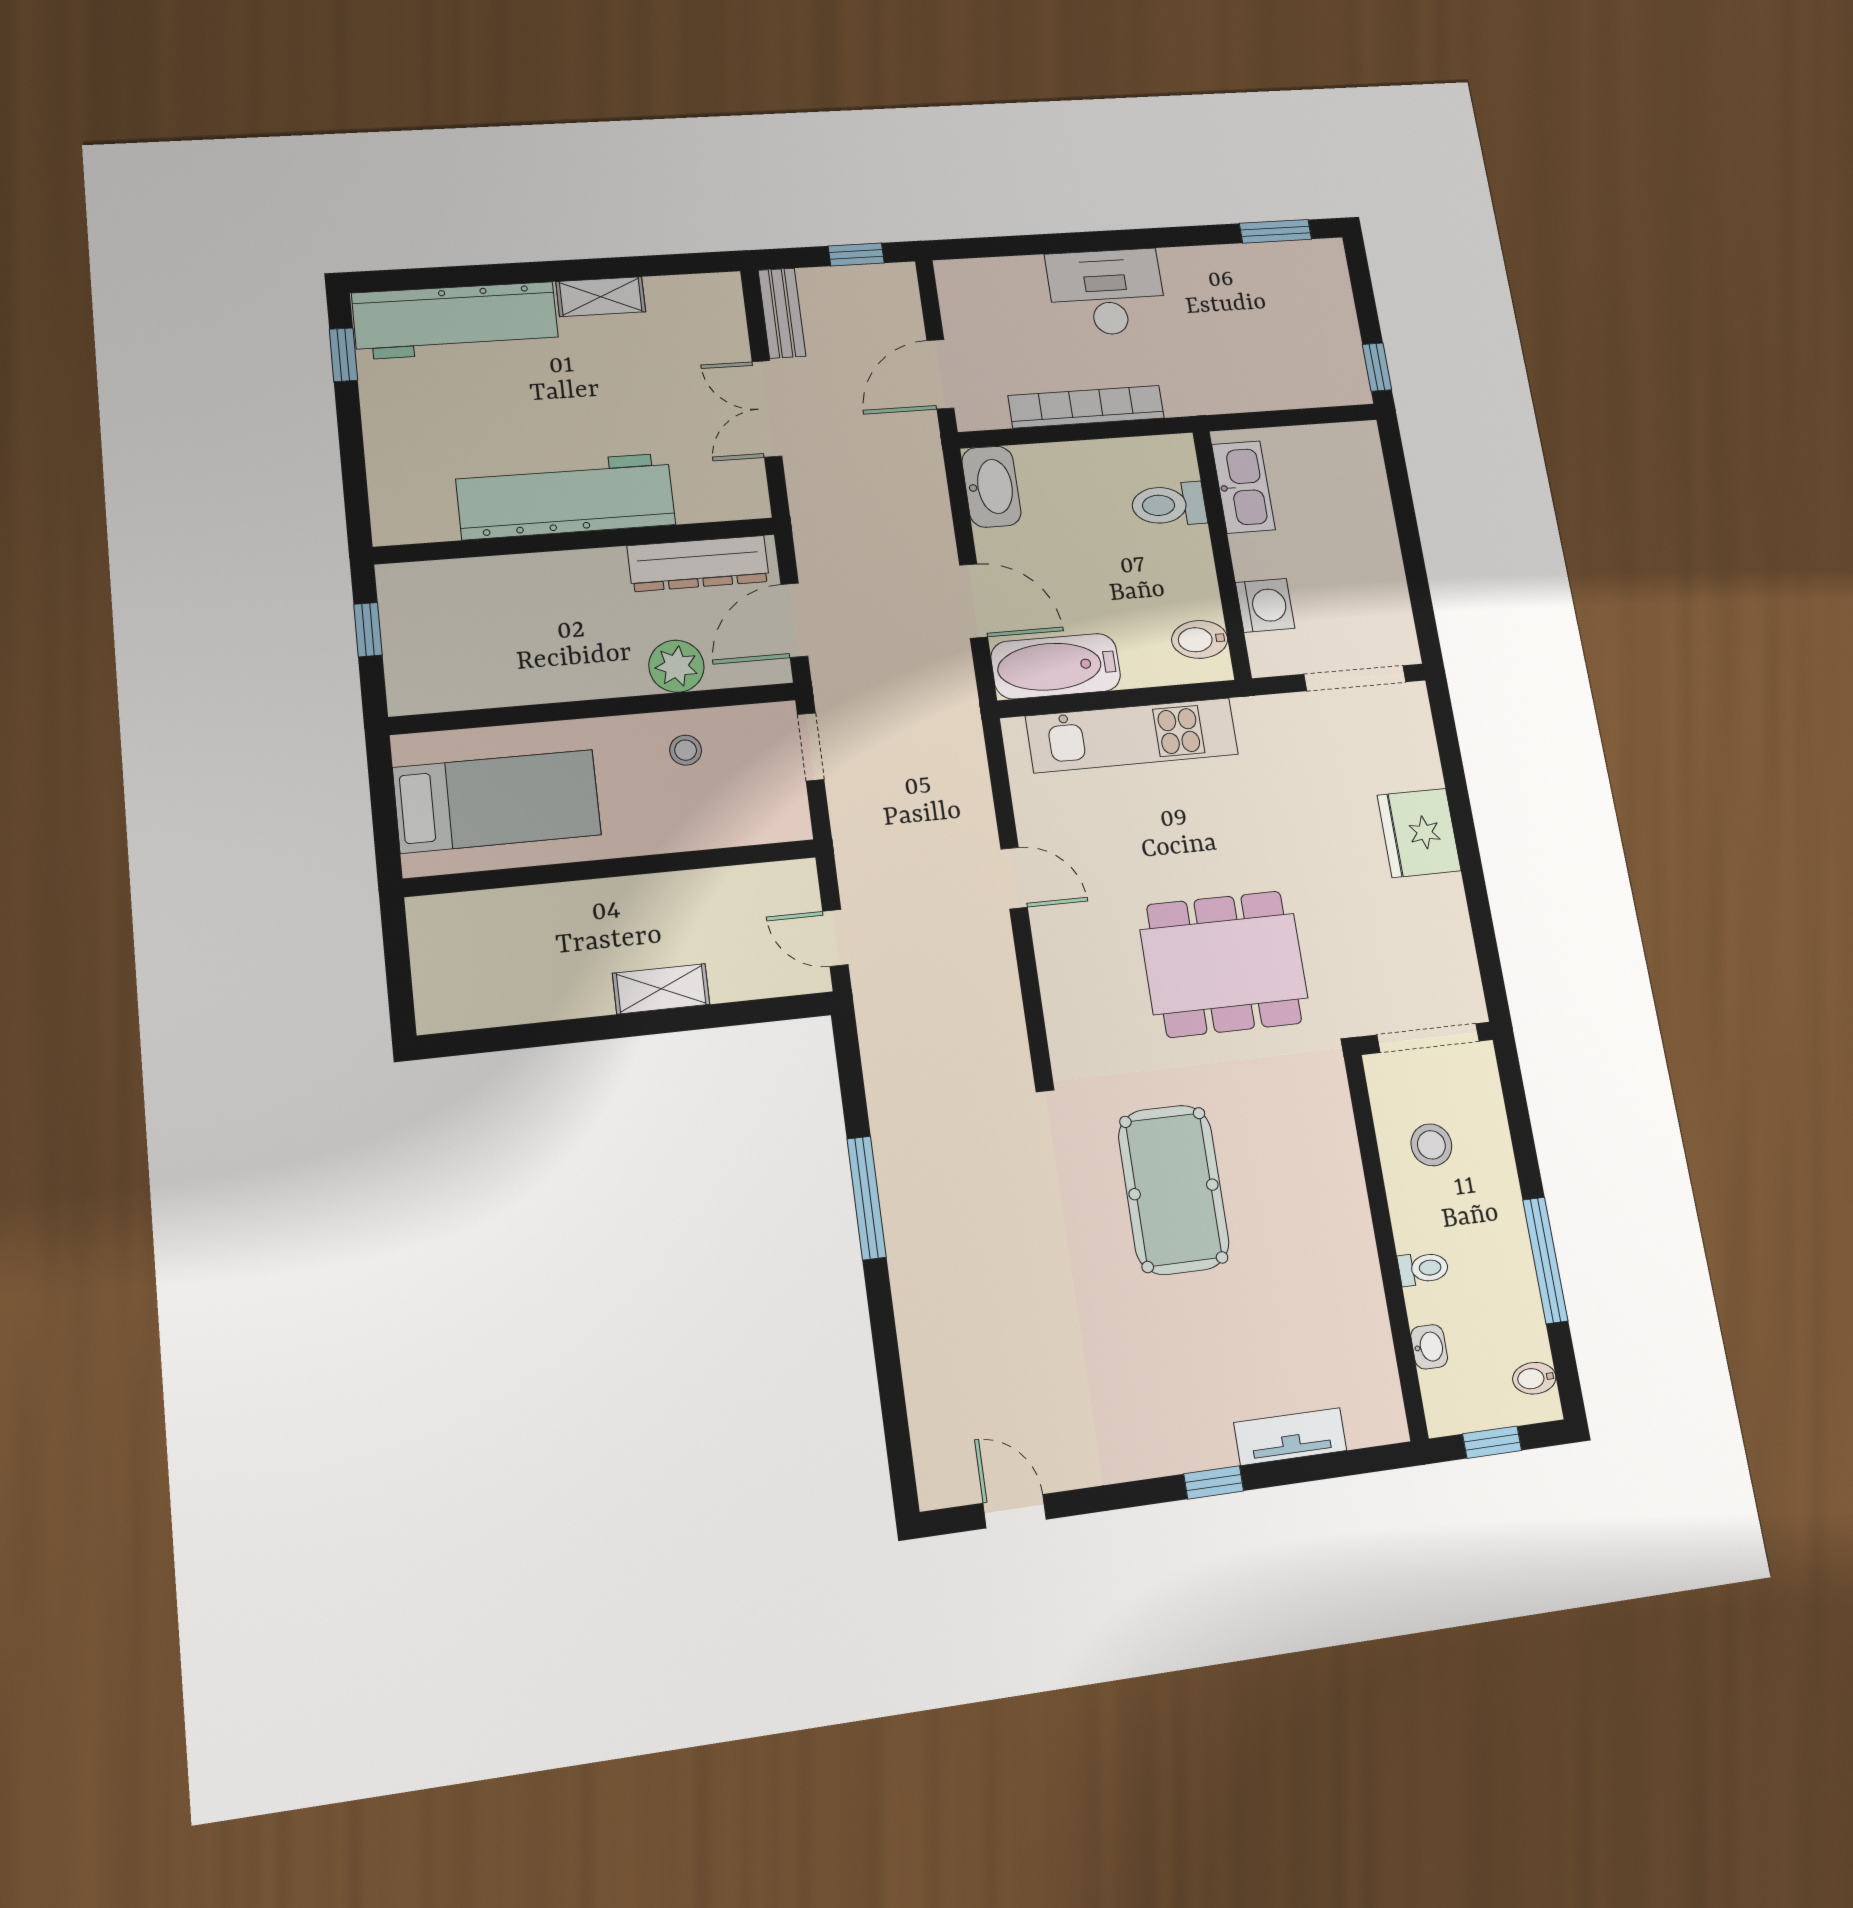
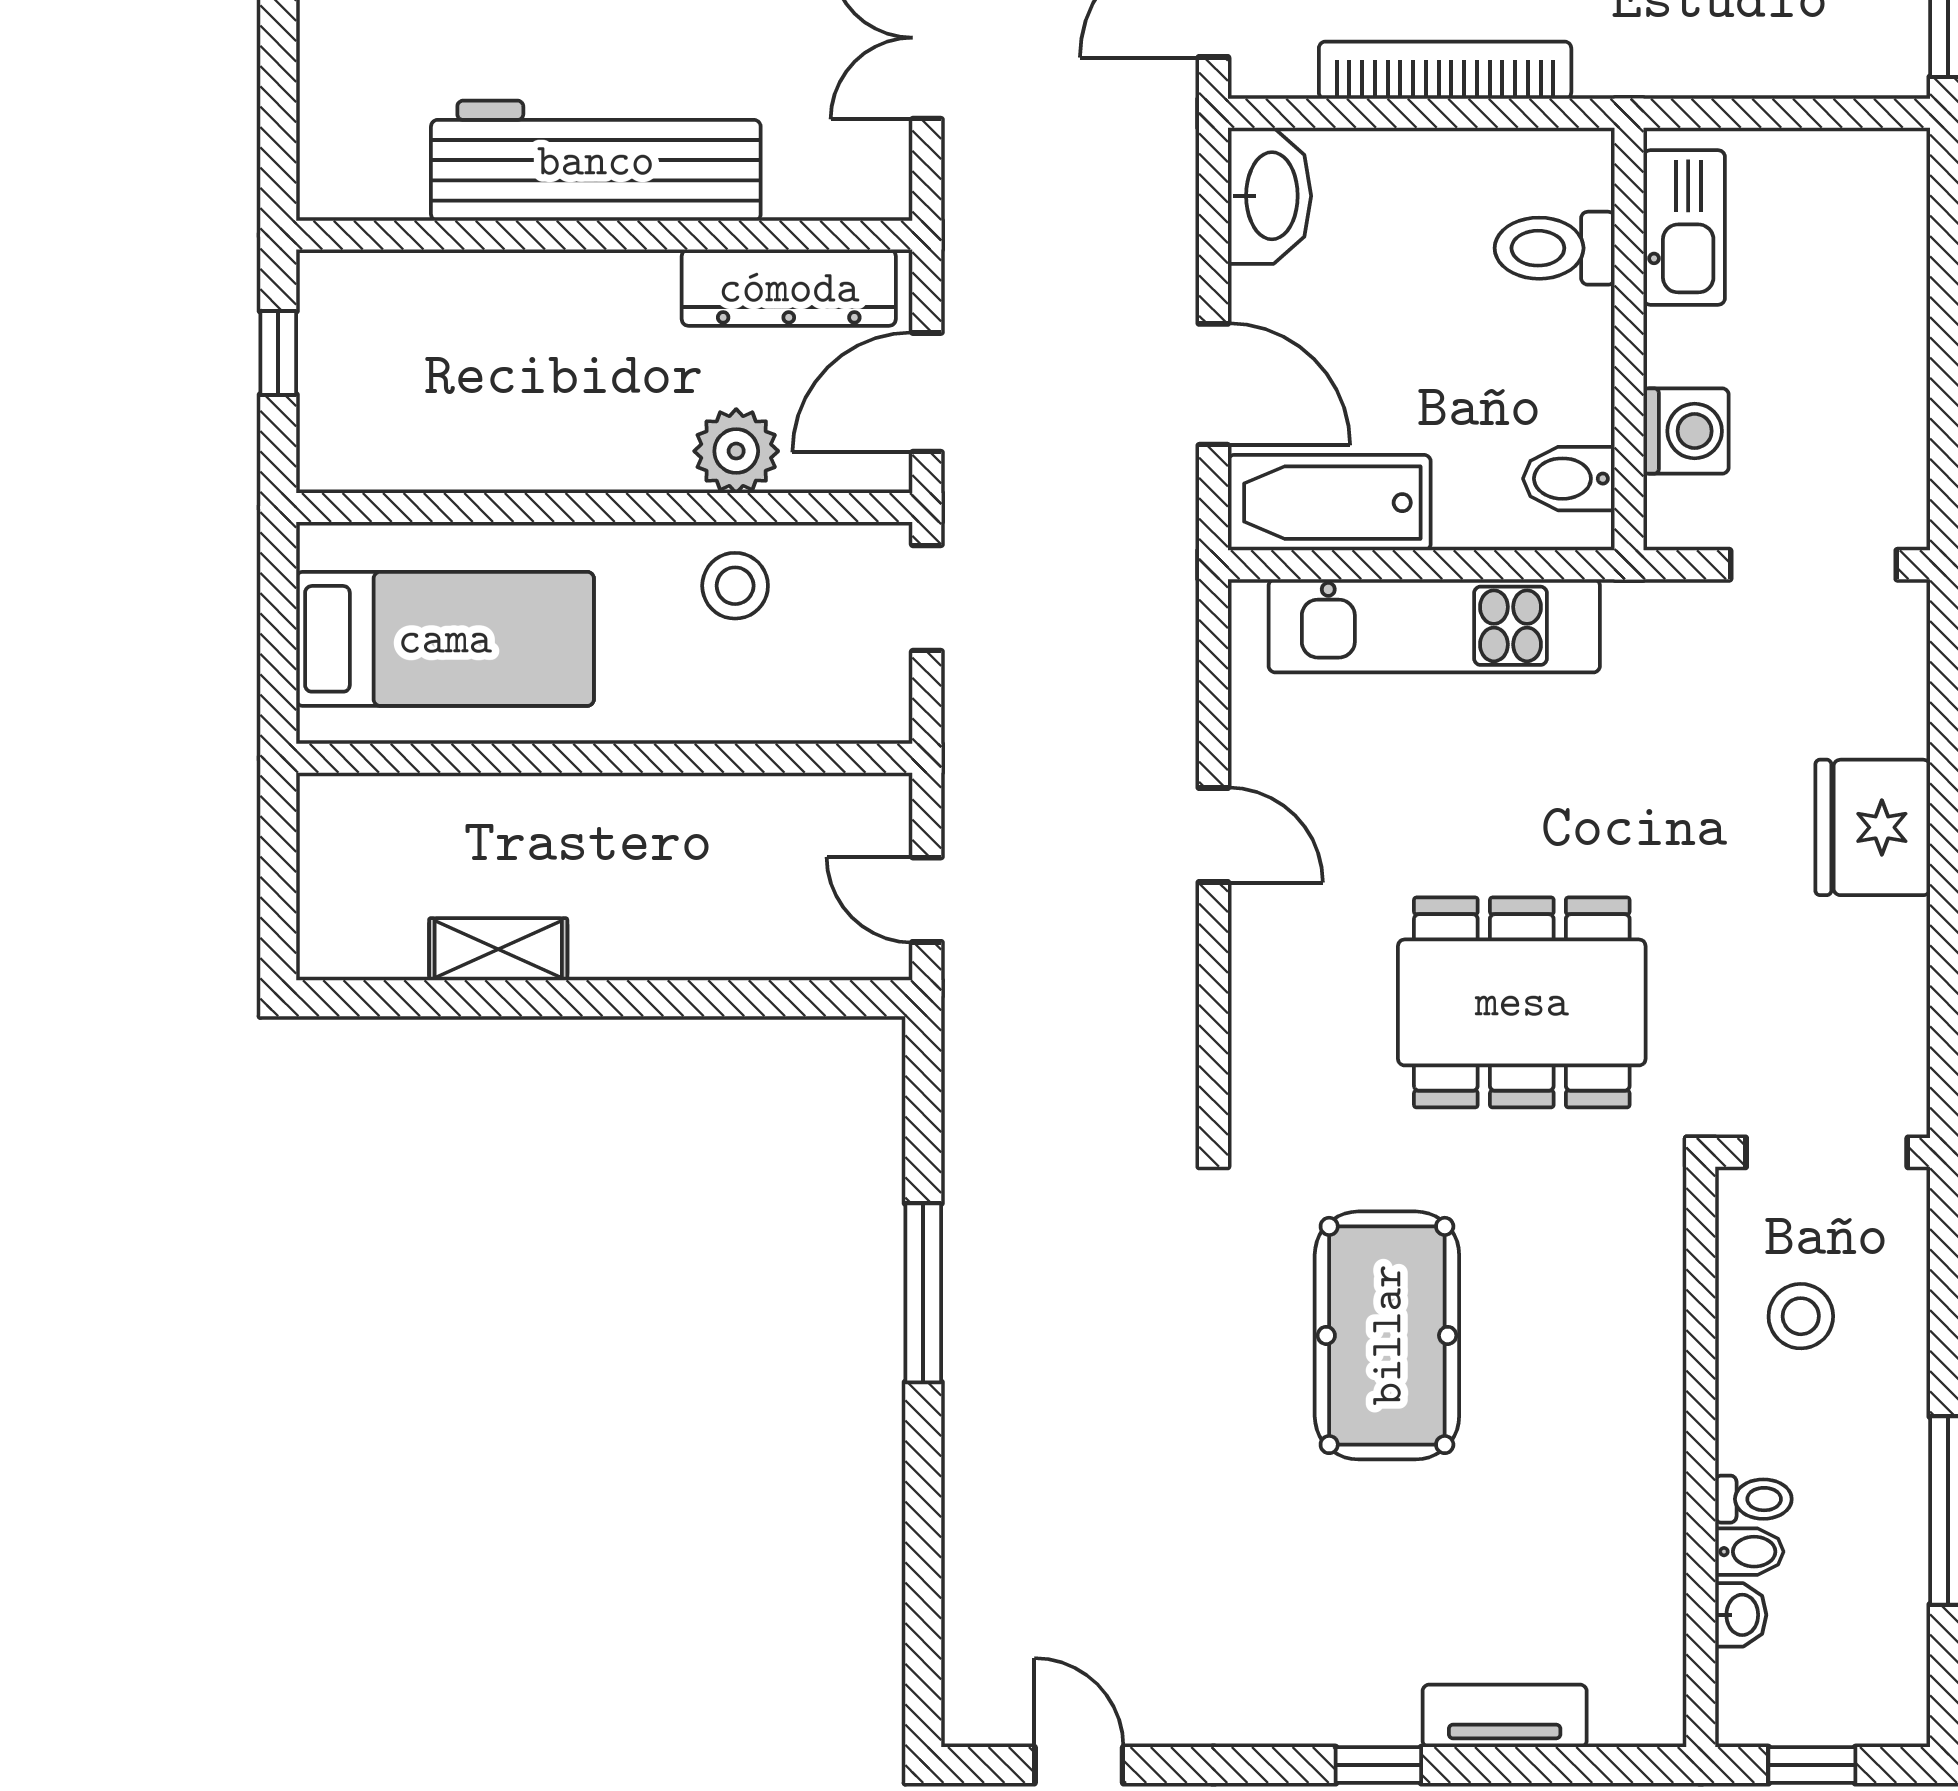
stool: (686, 750) -> (735, 586), width x1.37, depth x1.37
shelving: (661, 989) -> (498, 949), moved
bidet: (1534, 1378) -> (1749, 1552), moved, turned 180

